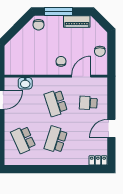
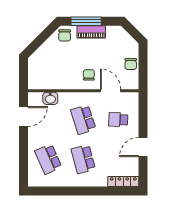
piano: (77, 21) -> (91, 32), moved
door: (81, 76) -> (111, 91), hinge flipped
school desk: (56, 140) -> (83, 159), turned -33
locker: (98, 160) -> (123, 181), width x1.53

